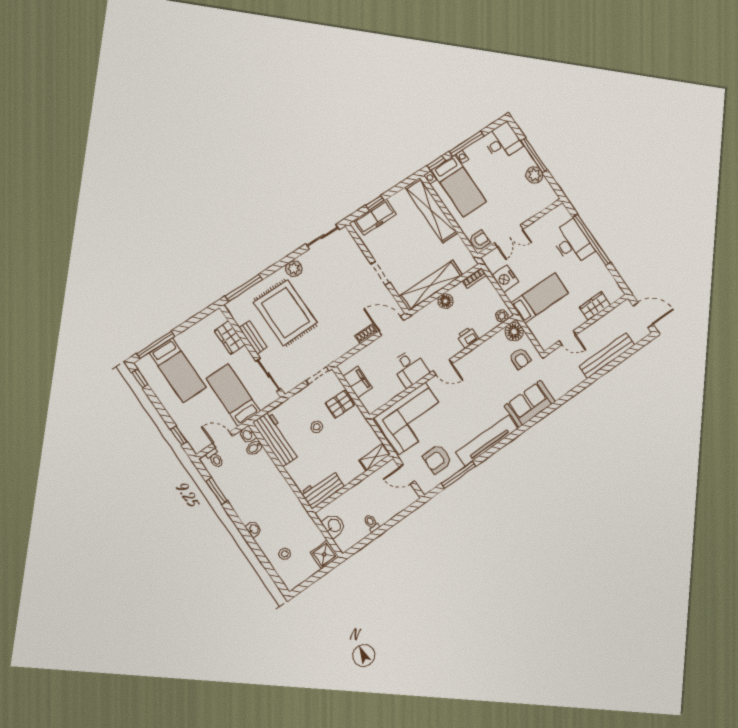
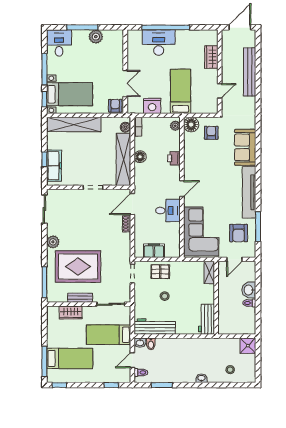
boiler: (465, 266) -> (125, 127), added
armchair: (520, 358) -> (211, 133), turned -90
pallet: (340, 404) -> (160, 272), turned 90
washbasin: (334, 526) -> (249, 290), moved, turned -90

